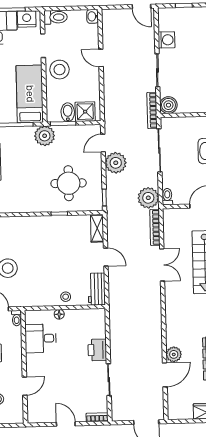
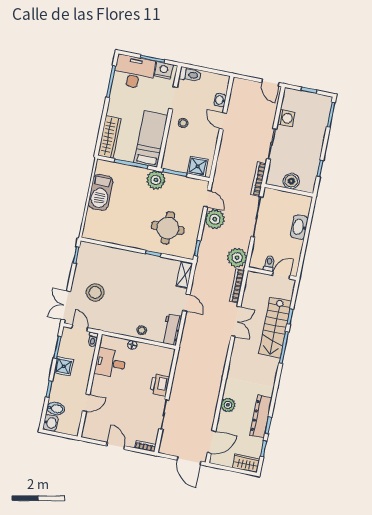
washbasin: (93, 16) -> (220, 100), moved
stool: (60, 70) -> (183, 123), width x0.53, depth x0.53
boiler: (168, 105) -> (291, 181), moved
bidet: (68, 112) -> (182, 163), removed
door: (103, 143) -> (207, 199), swing flipped
toilet: (167, 197) -> (269, 263), moved
door: (165, 375) -> (212, 442), moved

